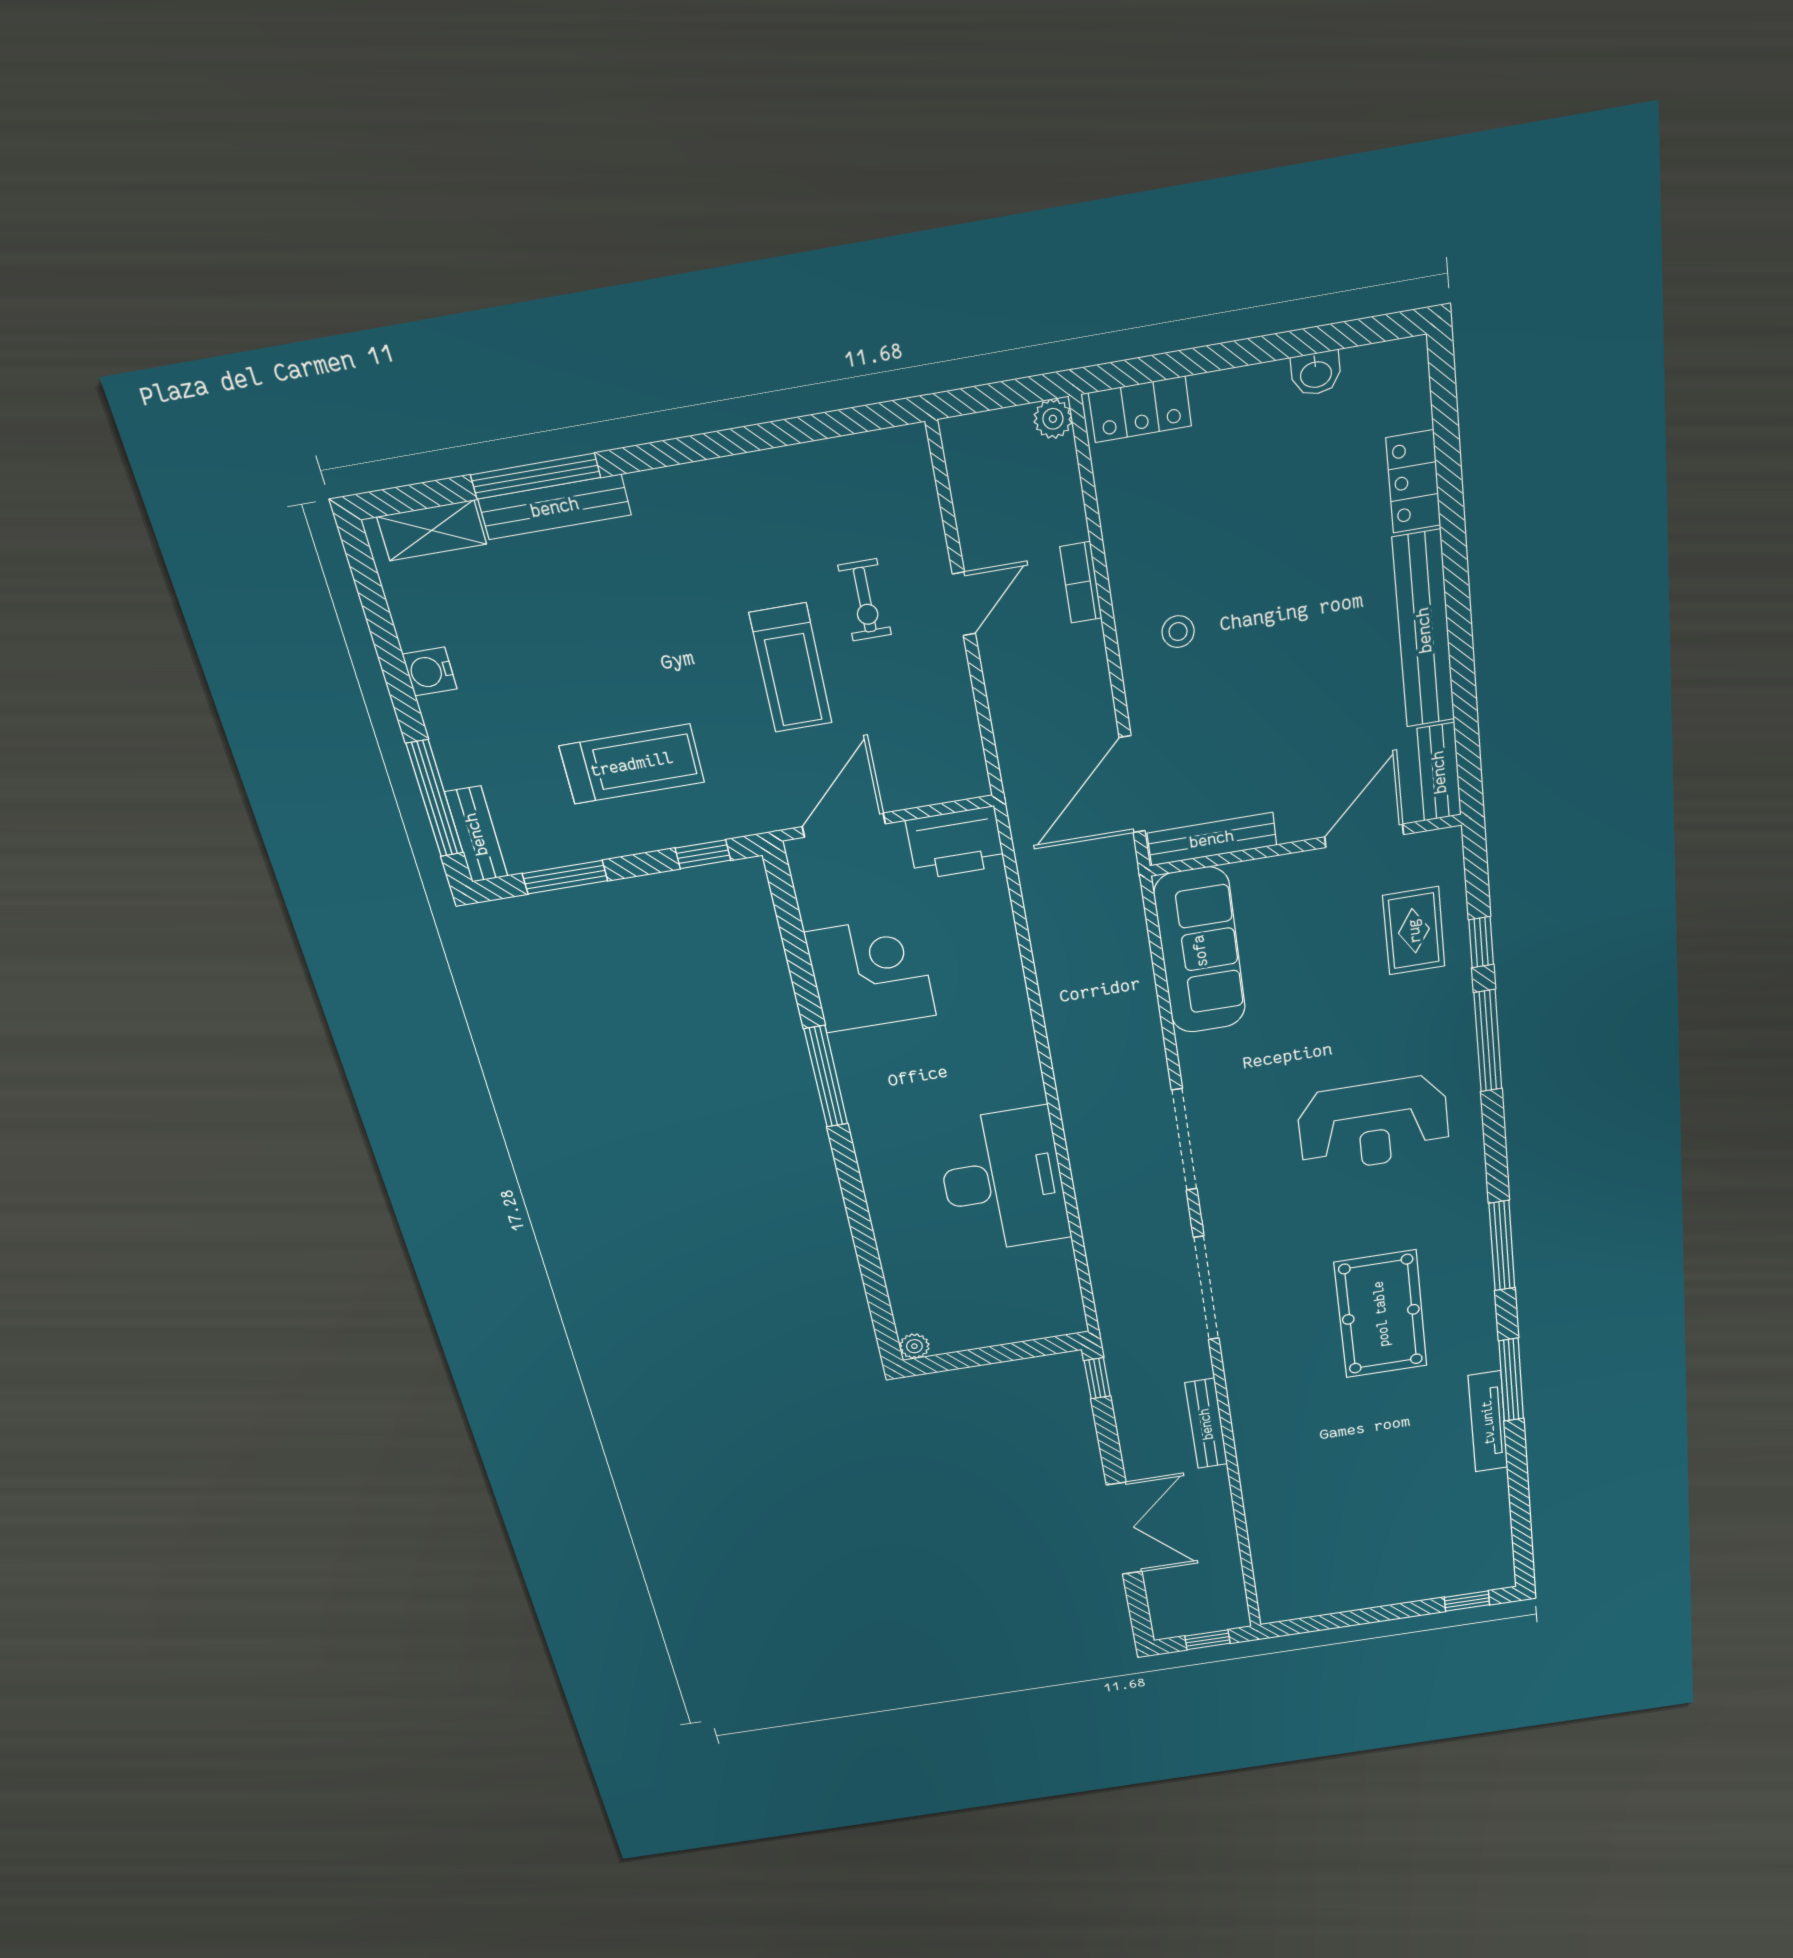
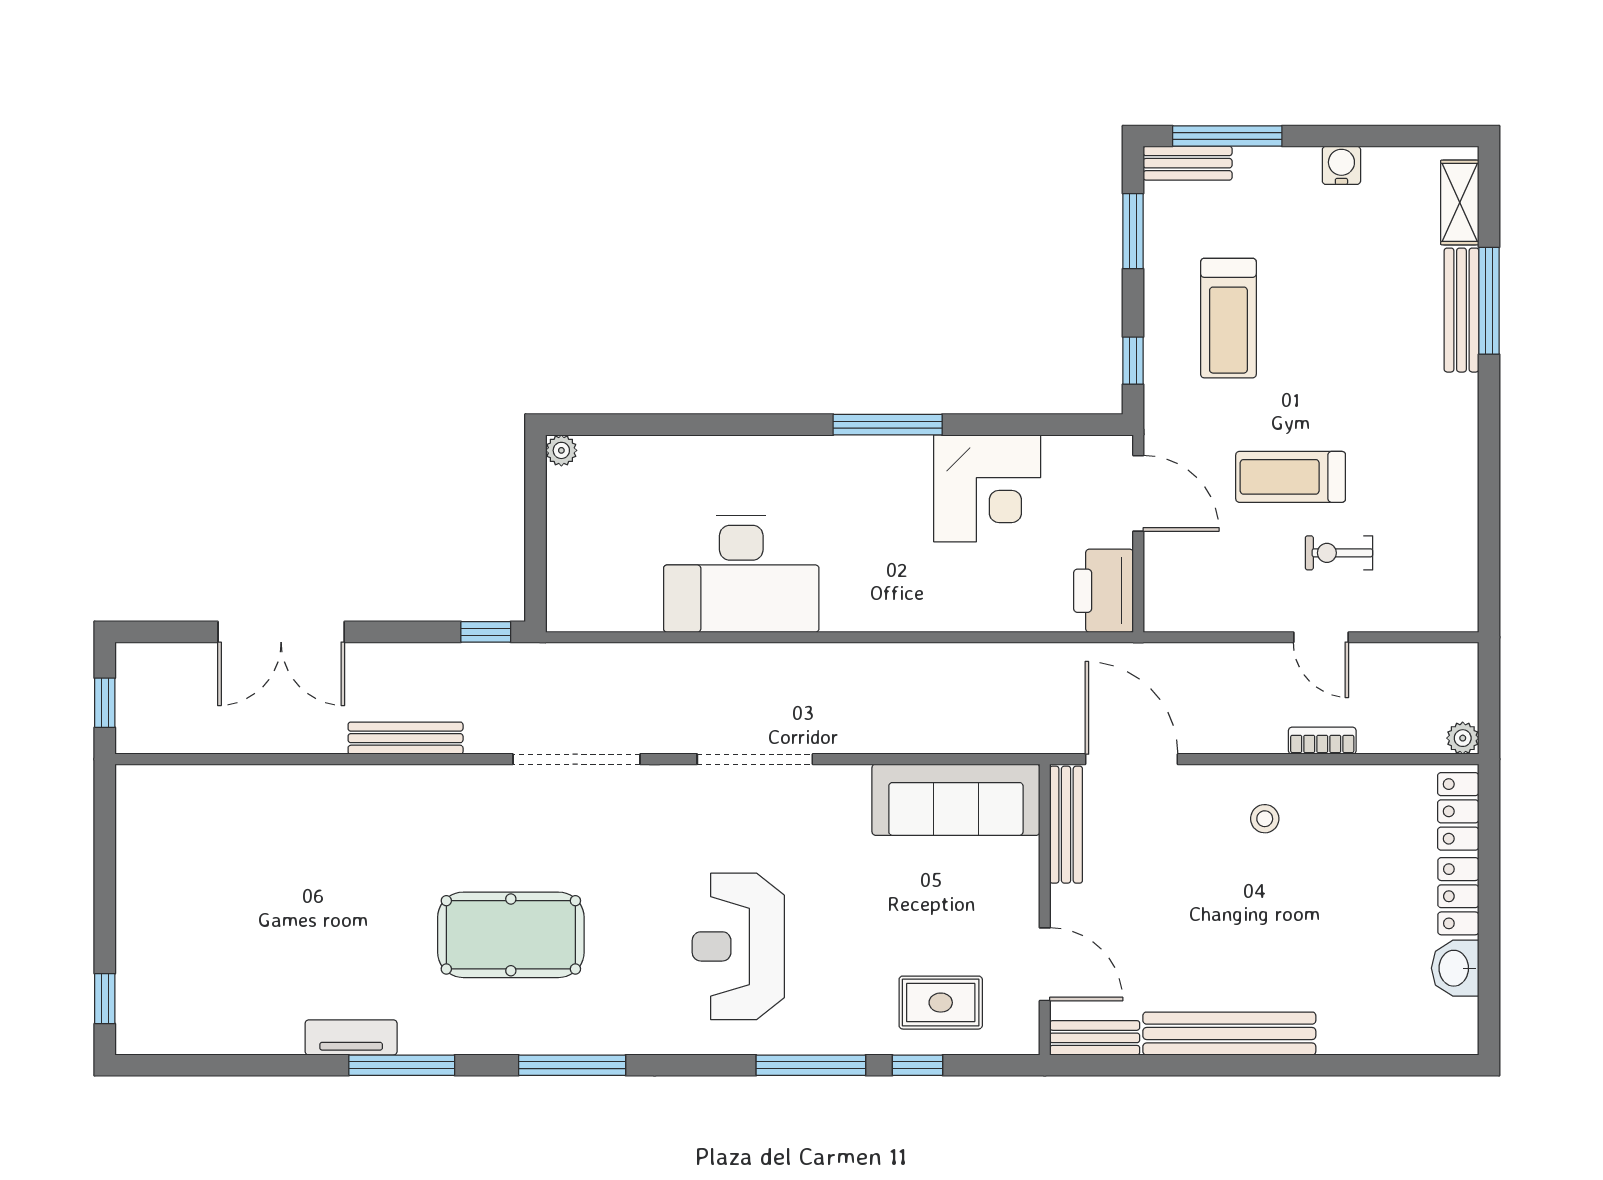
washbasin: (1316, 373) -> (1455, 968), width x1.38, depth x1.45
locker: (1413, 482) -> (1458, 896), moved, turned -90
tv unit: (1488, 1422) -> (351, 1037), width x0.71

